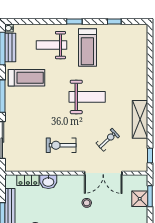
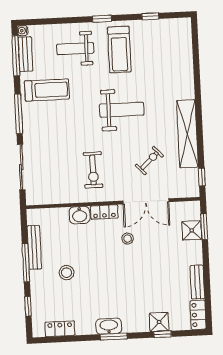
shelving: (140, 119) -> (187, 134), width x1.47
exercise bike: (61, 145) -> (93, 170), turned -90
locker: (28, 180) -> (104, 212), moved

